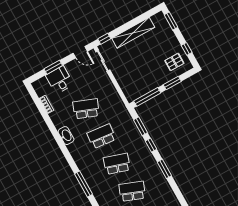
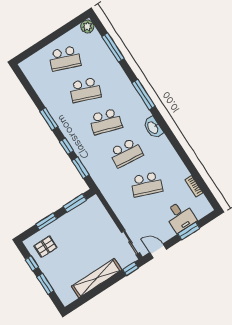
window: (171, 21) -> (45, 284), moved
window: (147, 97) -> (75, 203), width x0.69
washbasin: (66, 136) -> (153, 127), moved

